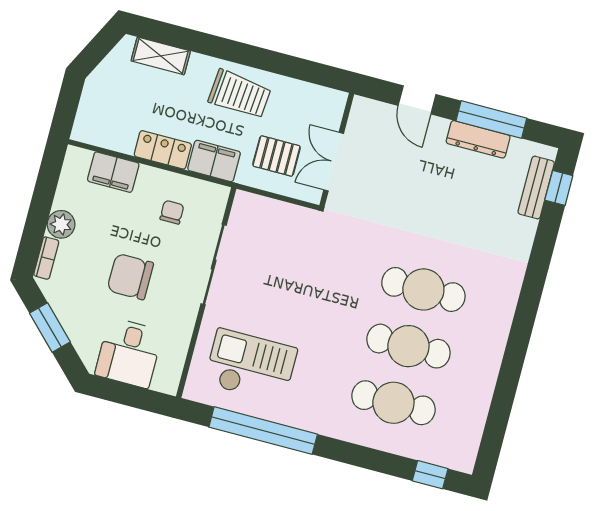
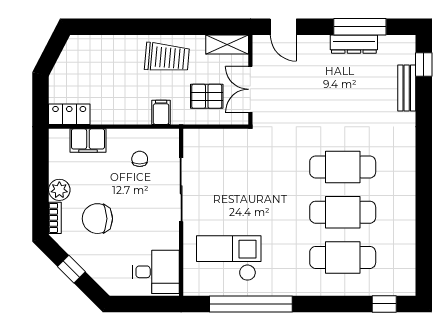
shelving: (161, 56) -> (227, 44), moved
door: (417, 100) -> (283, 27), moved
locker: (163, 150) -> (69, 114), moved
filing cabinet: (214, 161) -> (161, 112), width x0.50
bench: (536, 188) -> (407, 88), moved
chair: (130, 277) -> (97, 219), moved
window: (50, 327) -> (71, 269), width x0.67
desk: (129, 353) -> (156, 272), moved, turned -90

